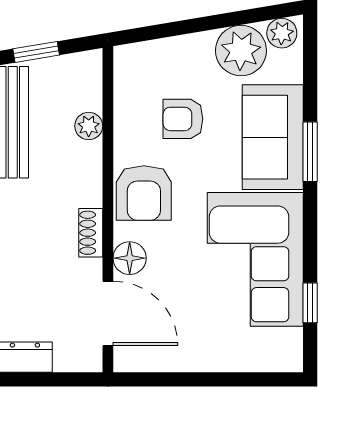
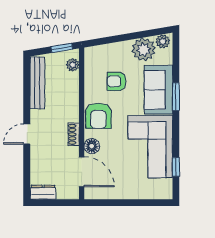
window: (36, 52) -> (62, 48), moved
plant: (89, 126) -> (73, 65), moved

